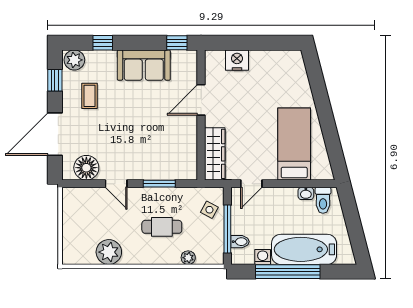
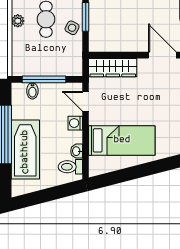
side table: (209, 210) -> (72, 28), moved
washing machine: (263, 257) -> (75, 123), moved, turned 180
plant: (188, 258) -> (18, 21), moved

